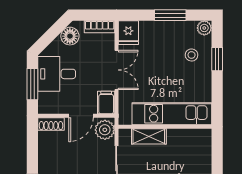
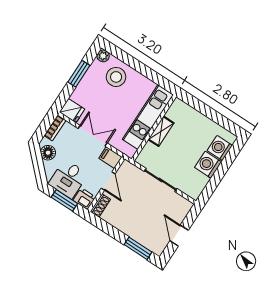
stool: (192, 55) -> (116, 77), width x1.89, depth x1.89
window: (217, 59) -> (130, 61), removed
printer: (47, 103) -> (84, 199), added
plant: (105, 130) -> (129, 171), removed
shelving: (149, 136) -> (161, 131), moved

